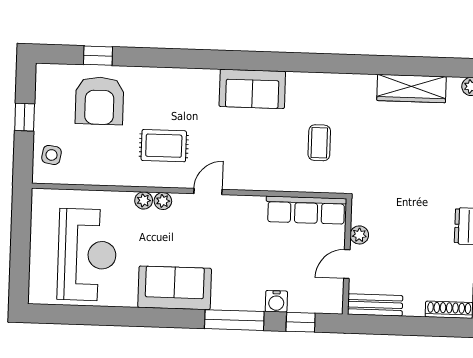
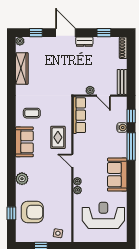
plant: (172, 81) -> (22, 179), added
coffee table: (319, 143) -> (32, 113), moved
rug: (164, 146) -> (58, 137), moved

